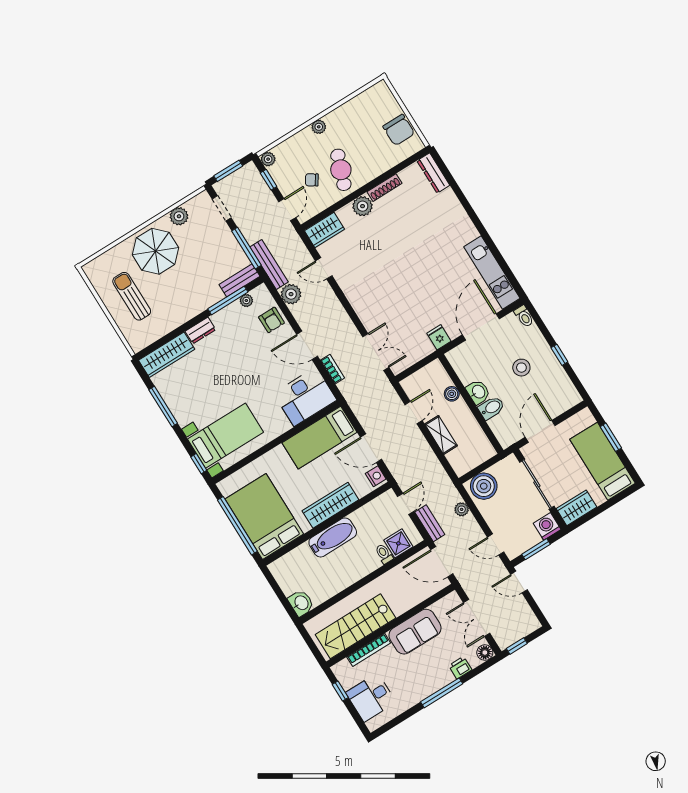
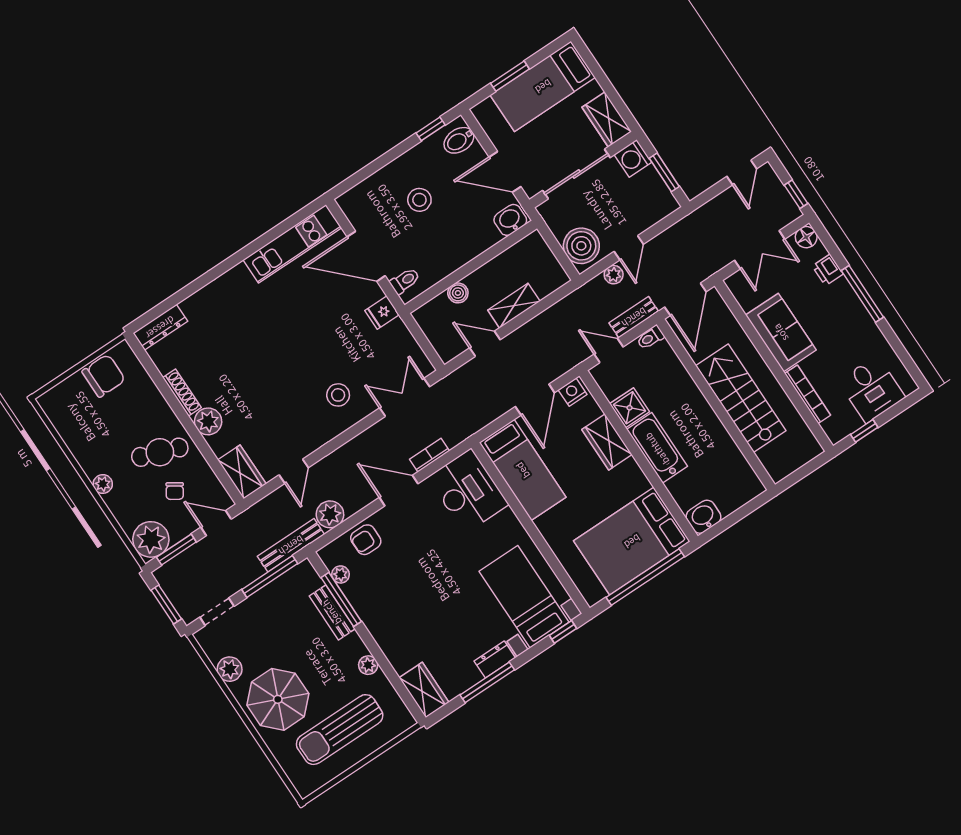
plant: (268, 159) -> (151, 539), width x1.87, depth x1.87
window: (269, 180) -> (176, 550), width x1.50
bench: (239, 280) -> (332, 612), moved
sun lounger: (132, 296) -> (340, 730), width x1.36, depth x1.34
stool: (379, 303) -> (338, 395), added
toilet: (524, 316) -> (405, 281), moved
plant: (179, 319) -> (368, 665), added
armchair: (271, 320) -> (366, 540), turned 180
dresser: (200, 330) -> (495, 659), moved, turned -90
door: (307, 345) -> (399, 491), swing flipped
wardrobe: (167, 355) -> (424, 690), width x0.67
window: (559, 355) -> (431, 129), moved
washbasin: (478, 392) -> (510, 220), moved
bidet: (491, 408) -> (459, 140), moved, turned -90
wardrobe: (330, 505) -> (607, 442), width x0.67
shower: (398, 543) -> (630, 408), moved
door: (496, 545) -> (629, 248), moved
toilet: (384, 554) -> (650, 338), moved
door: (519, 582) -> (742, 172), moved
washbasin: (301, 603) -> (704, 517), moved
stairs: (355, 626) -> (741, 398), moved, turned 180

